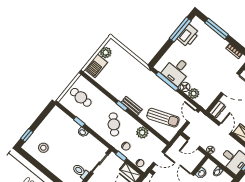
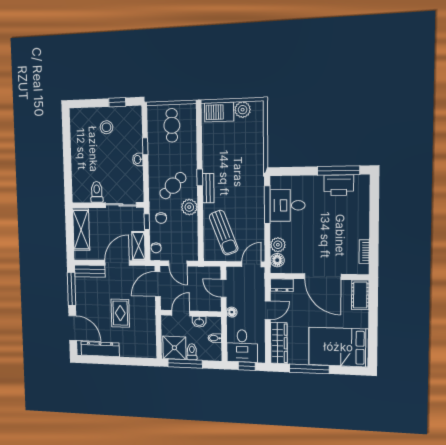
window: (217, 29) -> (374, 211), removed
floor lamp: (185, 87) -> (277, 260), moved
plant: (142, 133) -> (189, 207), moved
window: (27, 135) -> (117, 102), moved
stool: (43, 148) -> (106, 127), moved

